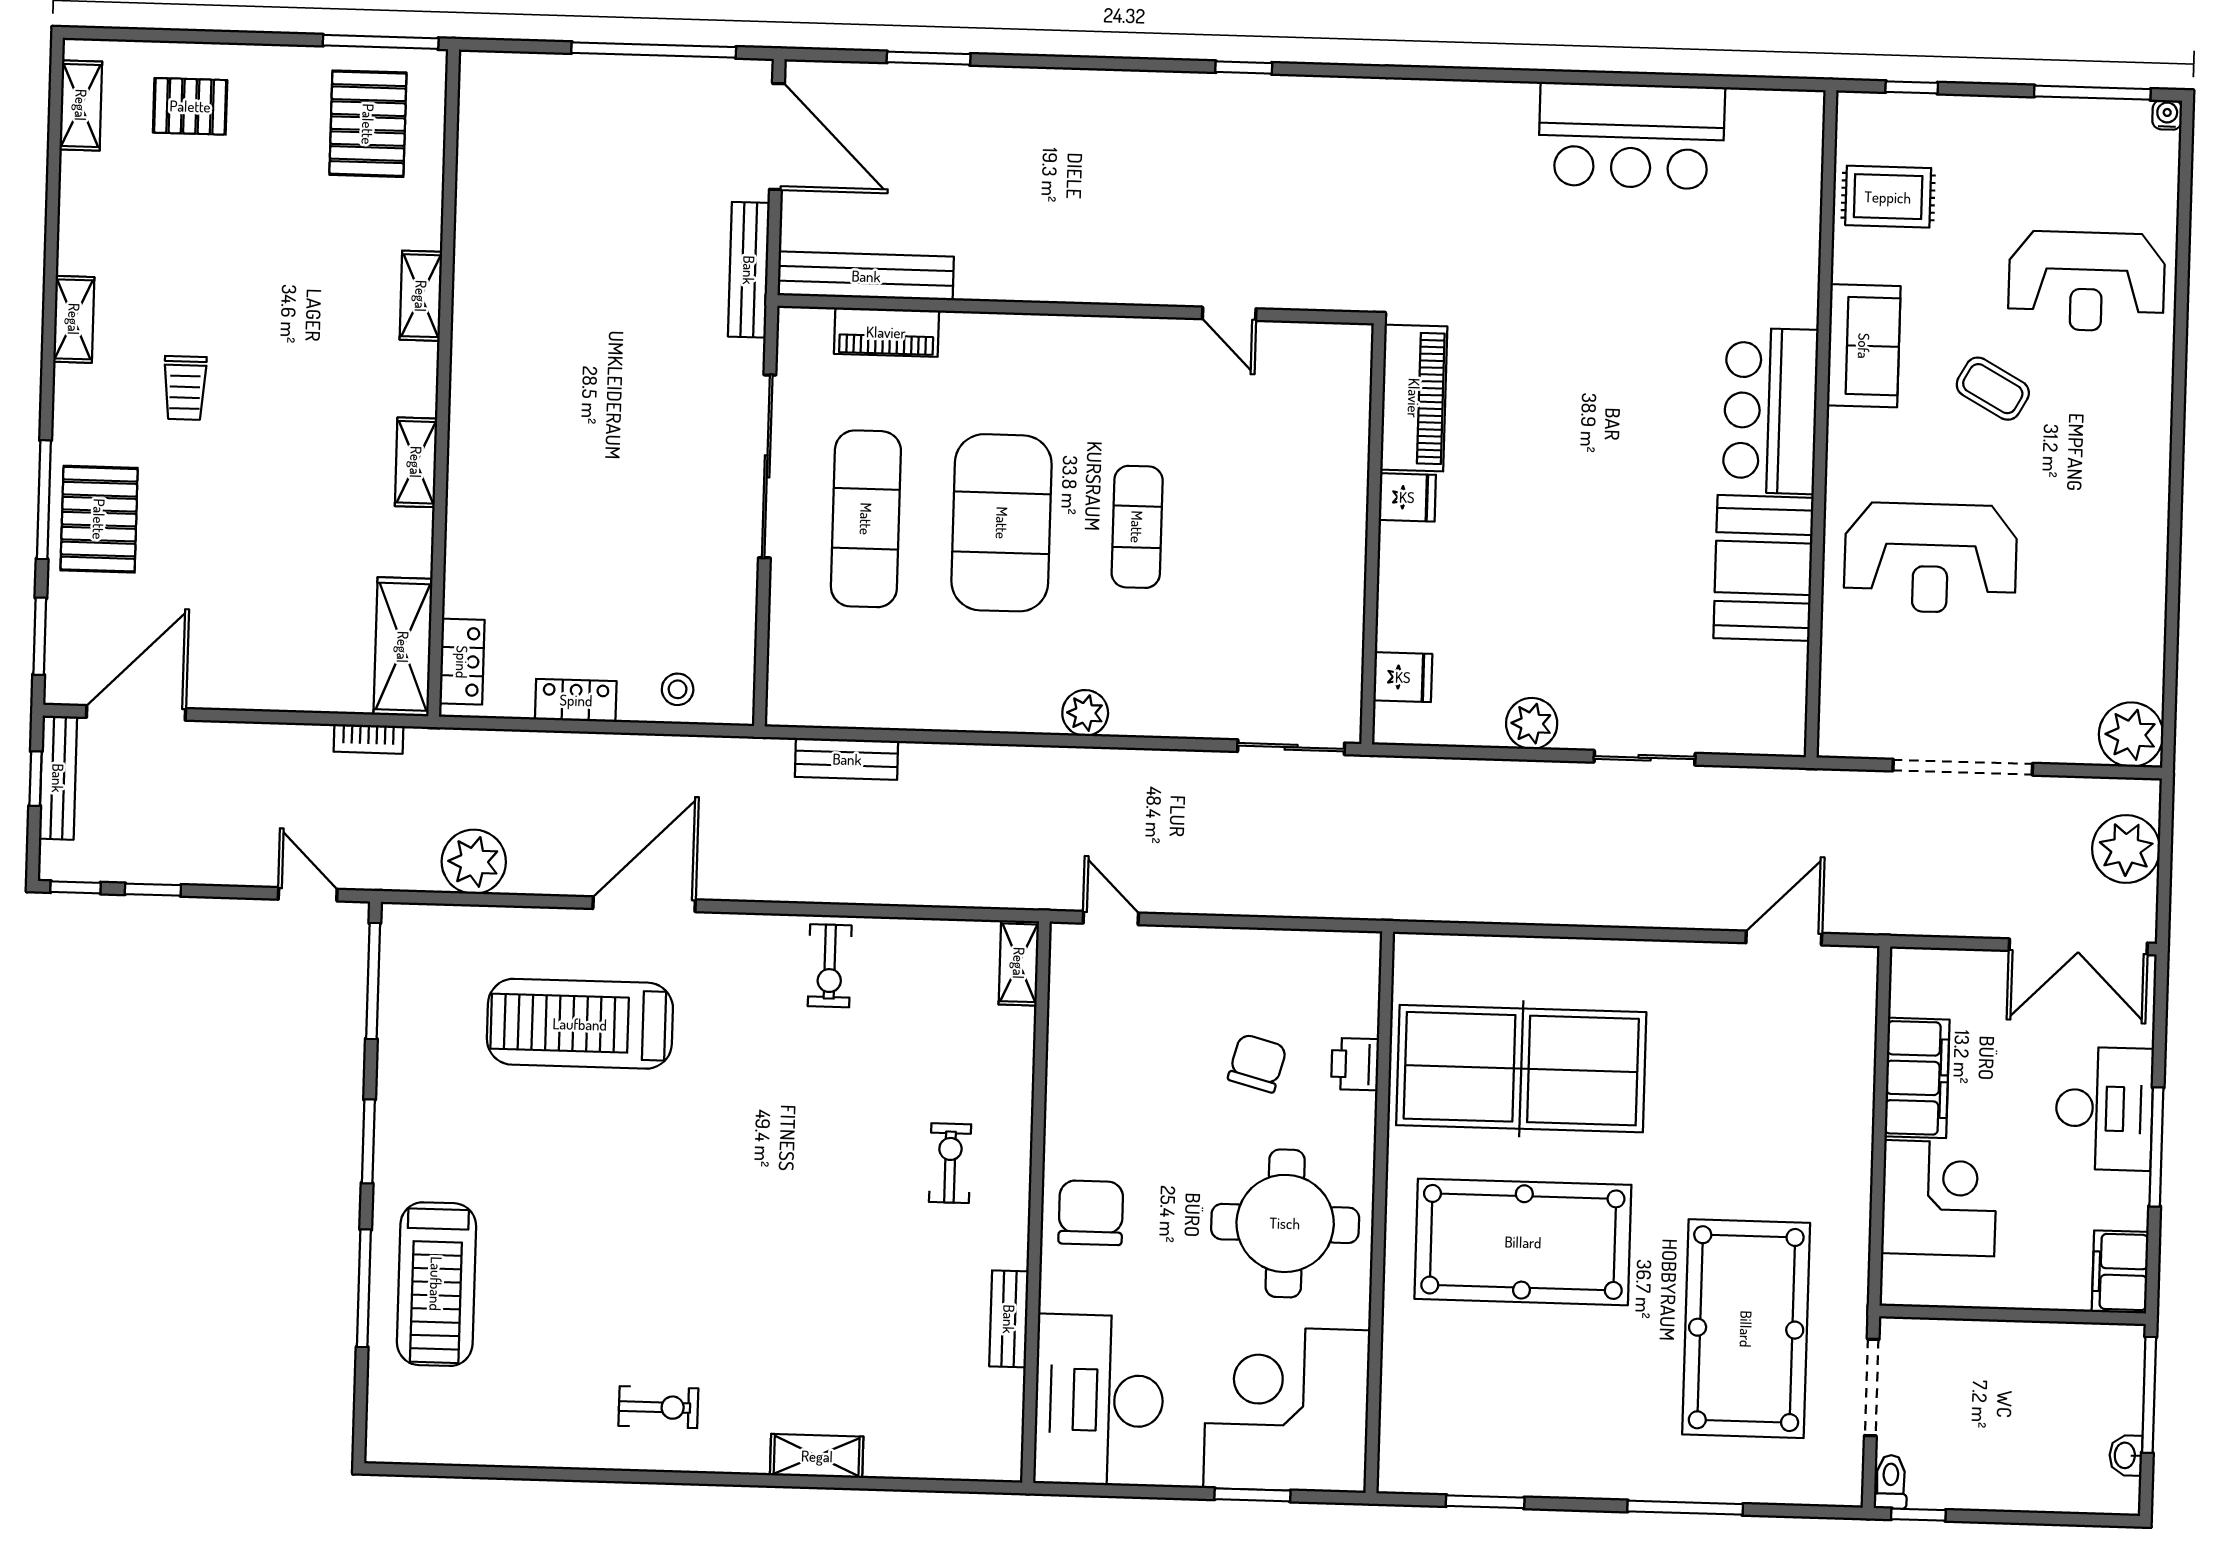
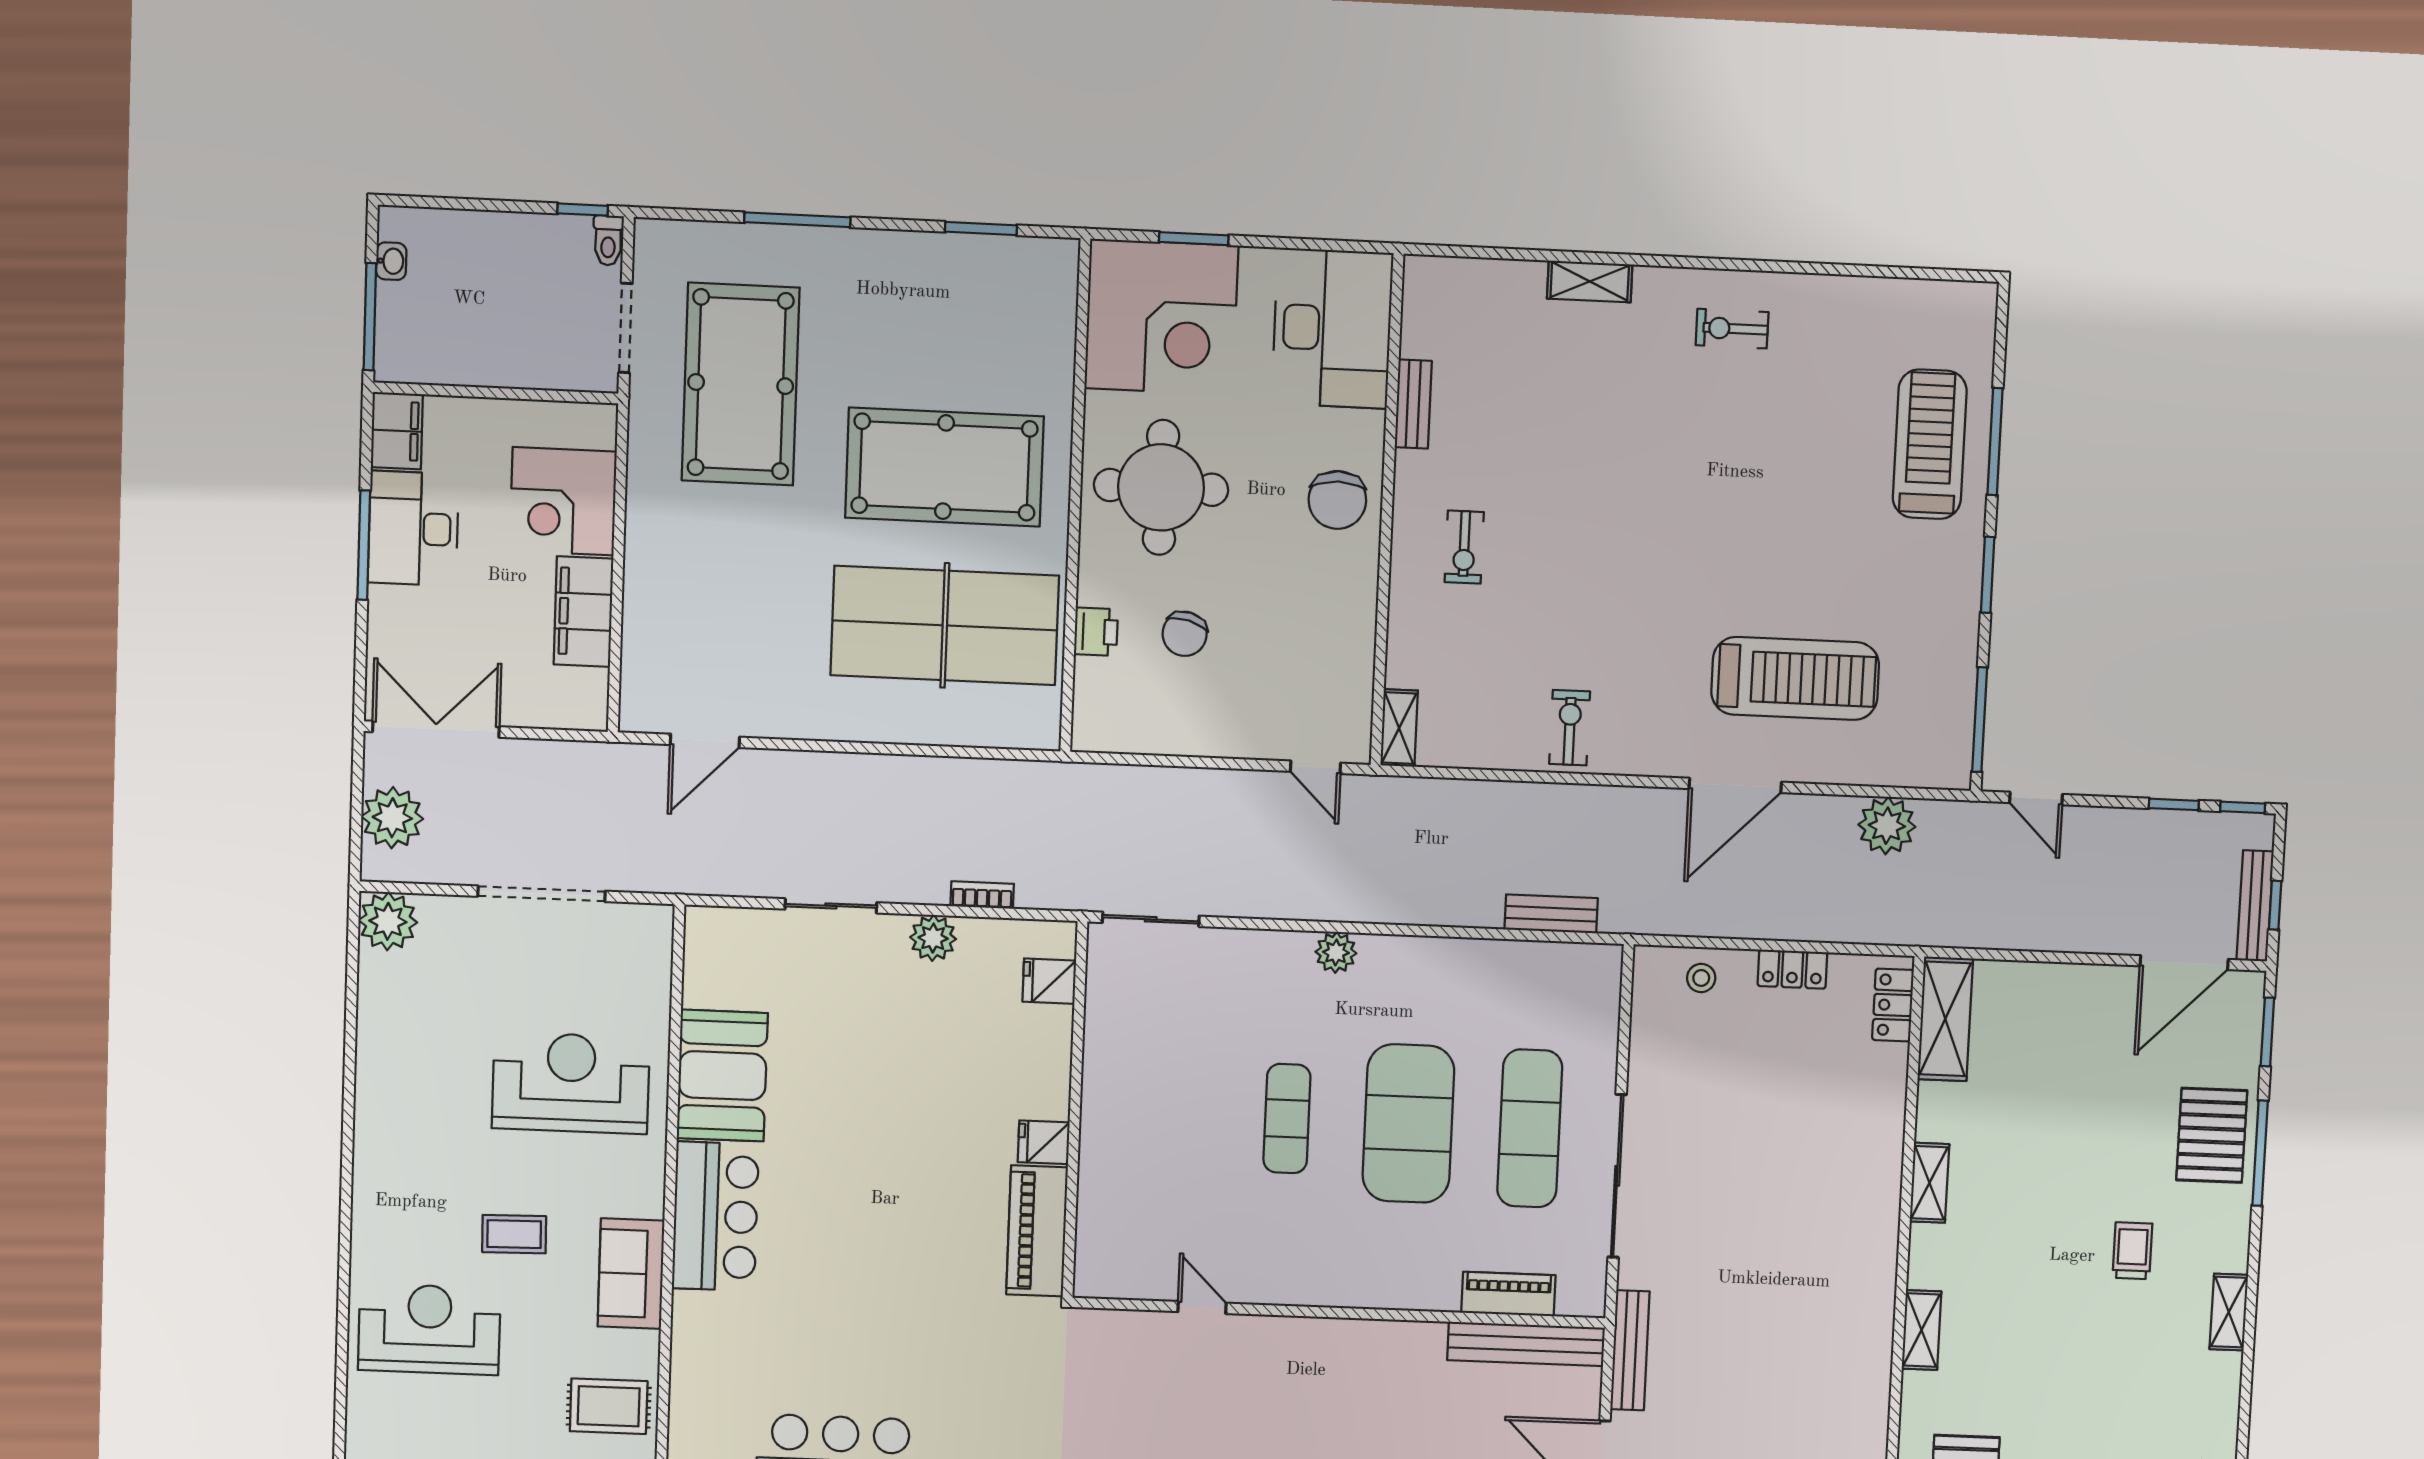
coffee table: (1993, 389) -> (514, 1234), turned -30
bookcase: (368, 739) -> (982, 895), moved
desk: (2104, 1109) -> (413, 528), moved

